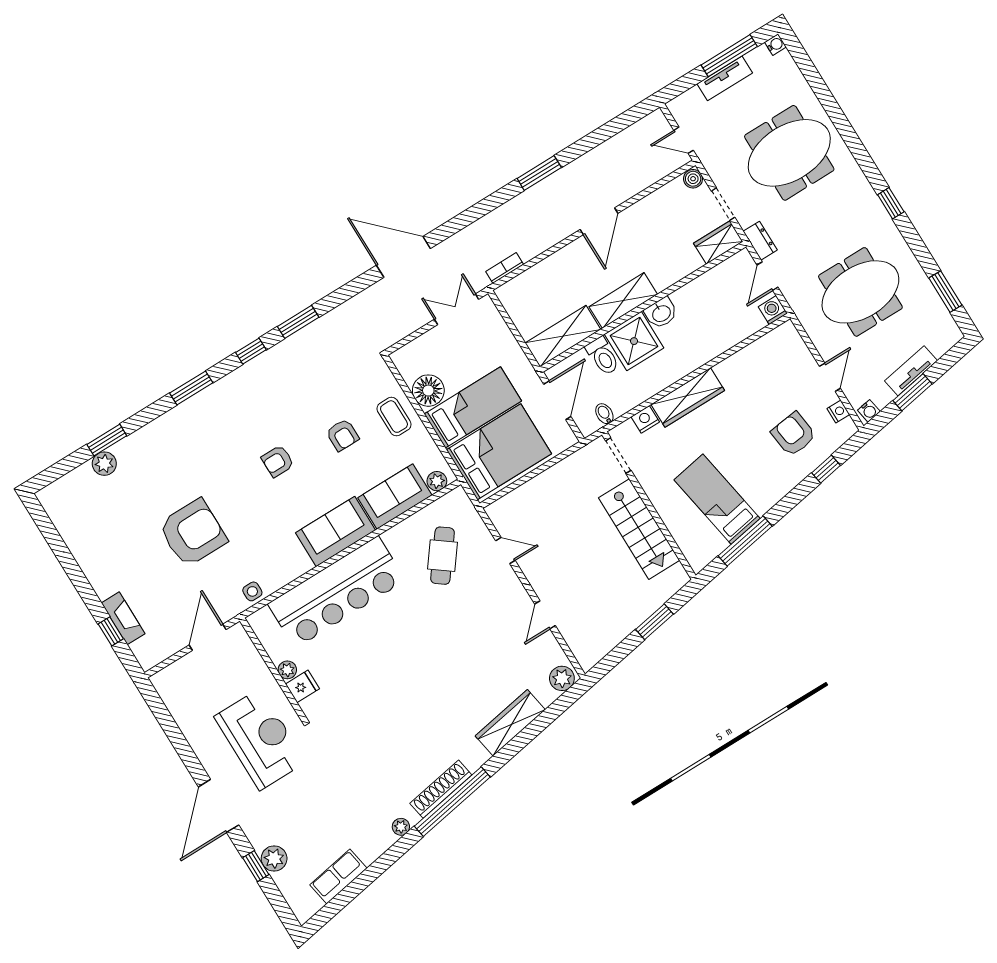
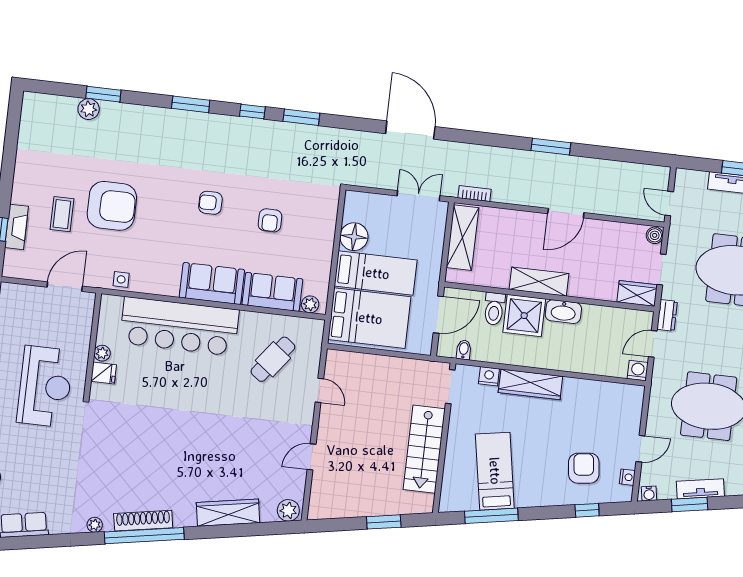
washbasin: (661, 313) -> (563, 312), width x1.38
shelving: (563, 336) -> (463, 238), moved, turned 90
coffee table: (394, 417) -> (62, 214), moved

